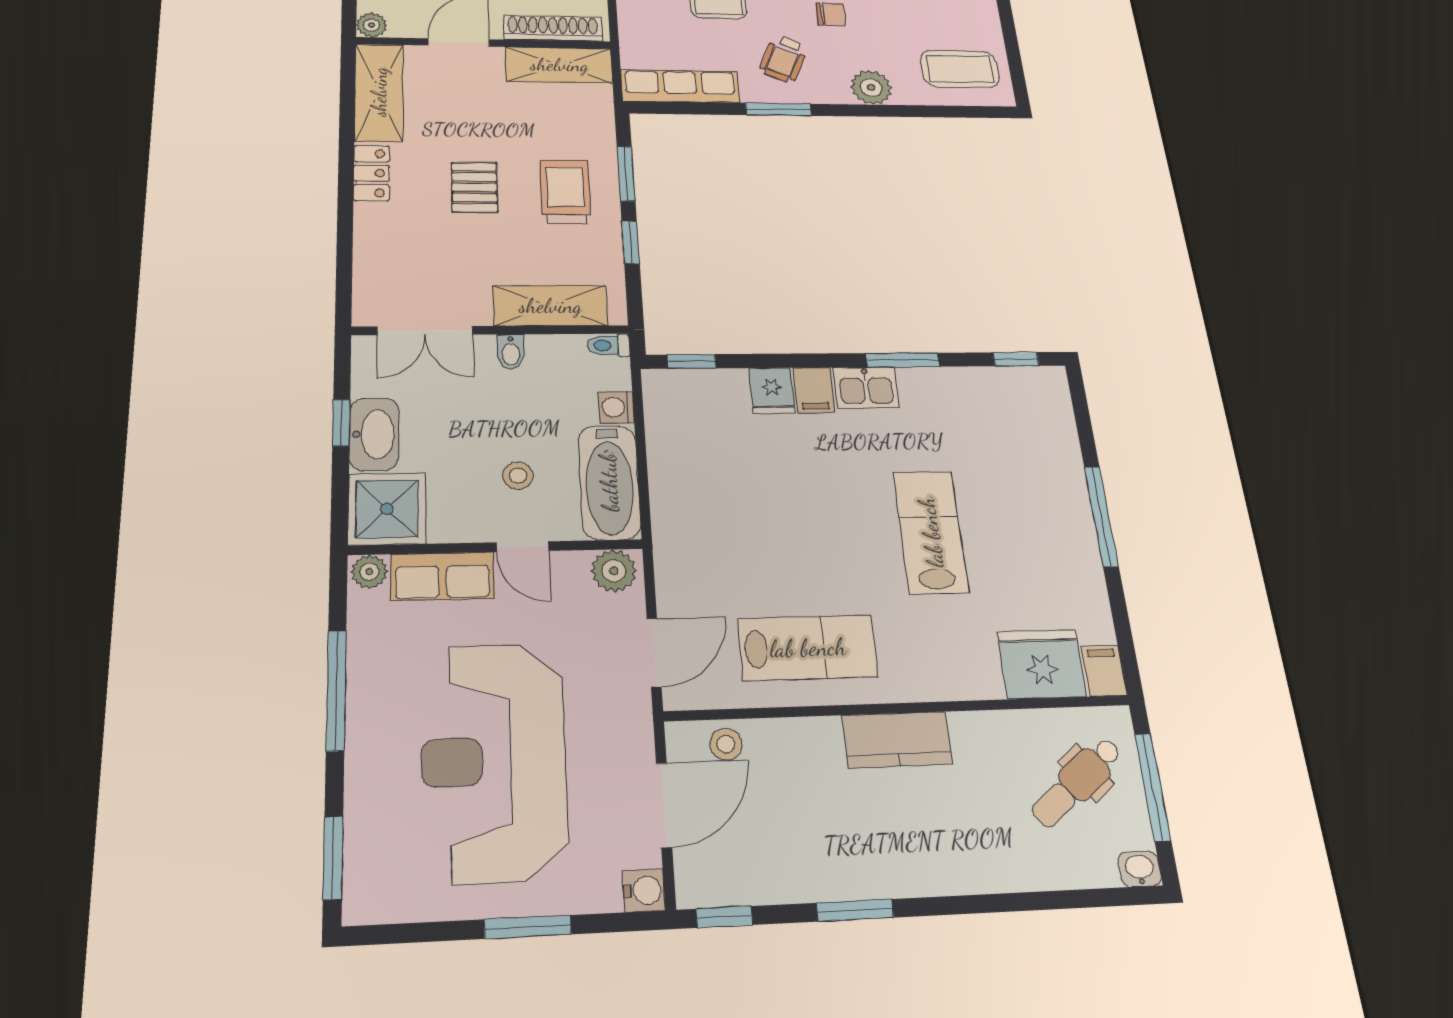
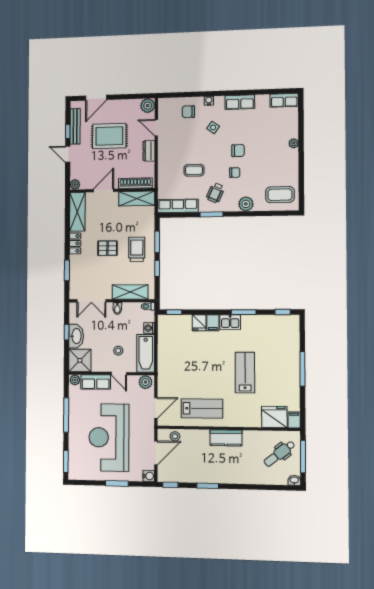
pallet: (474, 187) -> (107, 248), turned 90
window: (345, 245) -> (67, 270), added

